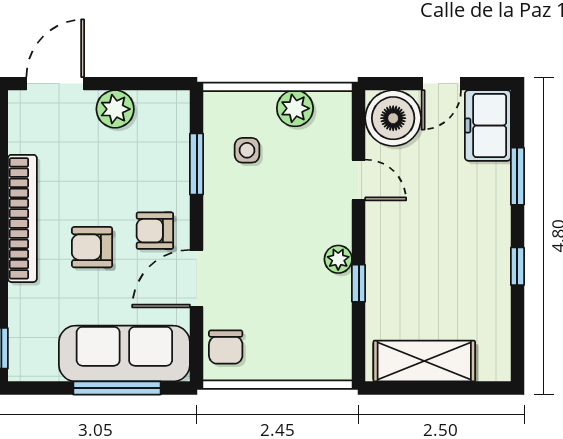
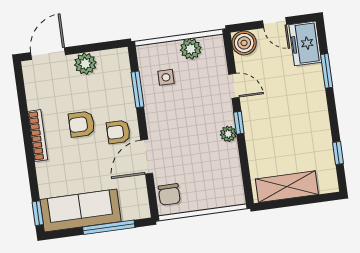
door: (441, 84) -> (275, 23), hinge flipped
boiler: (393, 118) -> (244, 43), width x0.73, depth x0.73
bookcase: (22, 218) -> (38, 136), width x0.68, depth x0.76
armchair: (92, 247) -> (82, 124), moved
window: (517, 266) -> (338, 153), moved
window: (359, 283) -> (239, 123), moved
sofa: (124, 354) -> (80, 210), moved

